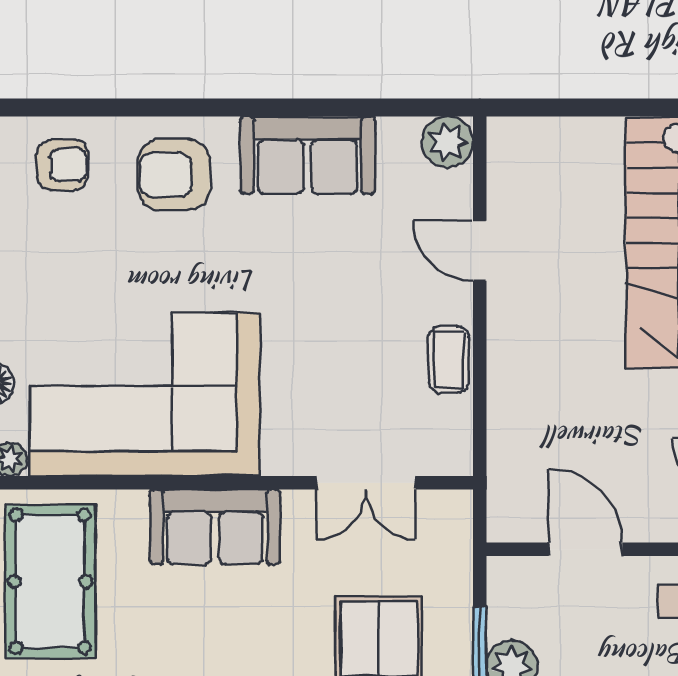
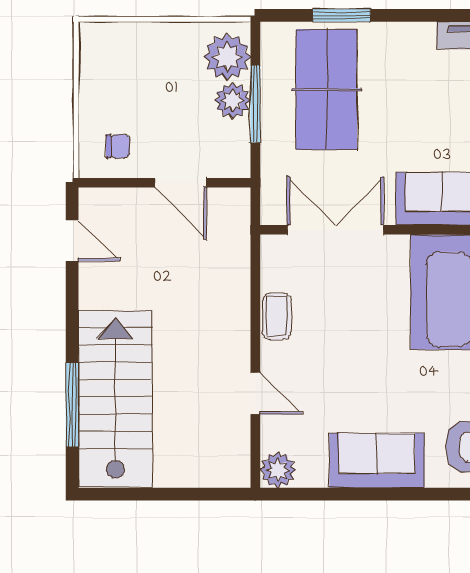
double door: (366, 483) -> (335, 230), width x1.37

